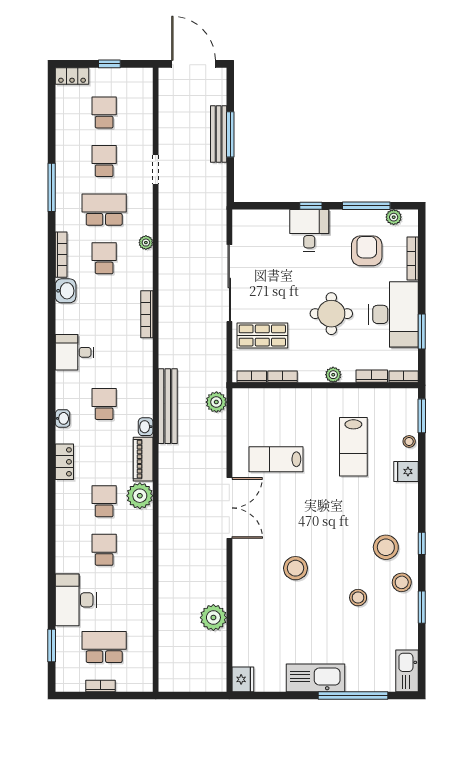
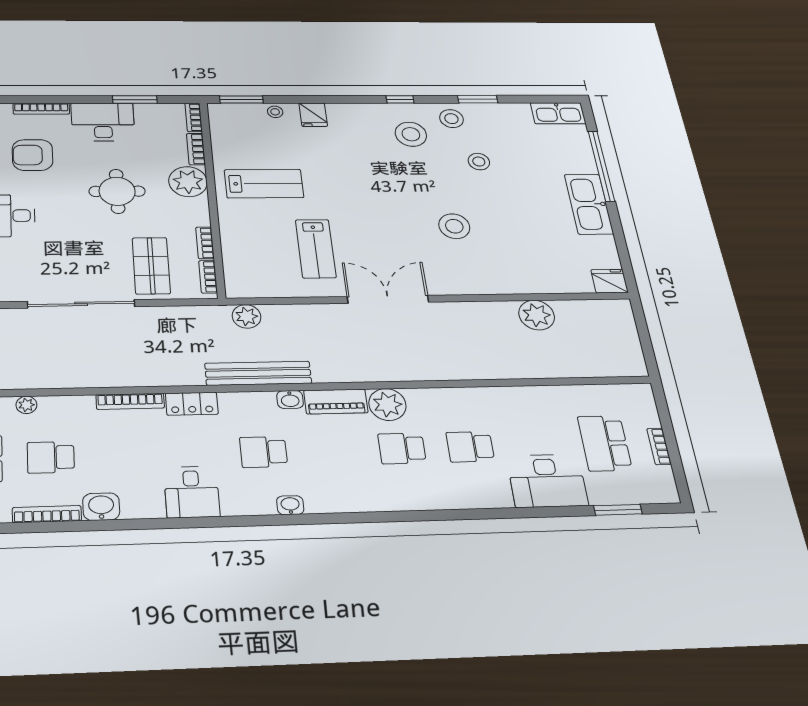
desk: (394, 314) -> (103, 122), width x0.73, depth x0.77
plant: (333, 375) -> (188, 182), width x1.87, depth x1.87
lab bench: (353, 447) -> (264, 184), moved
locker: (64, 462) -> (192, 404), moved, turned 180

